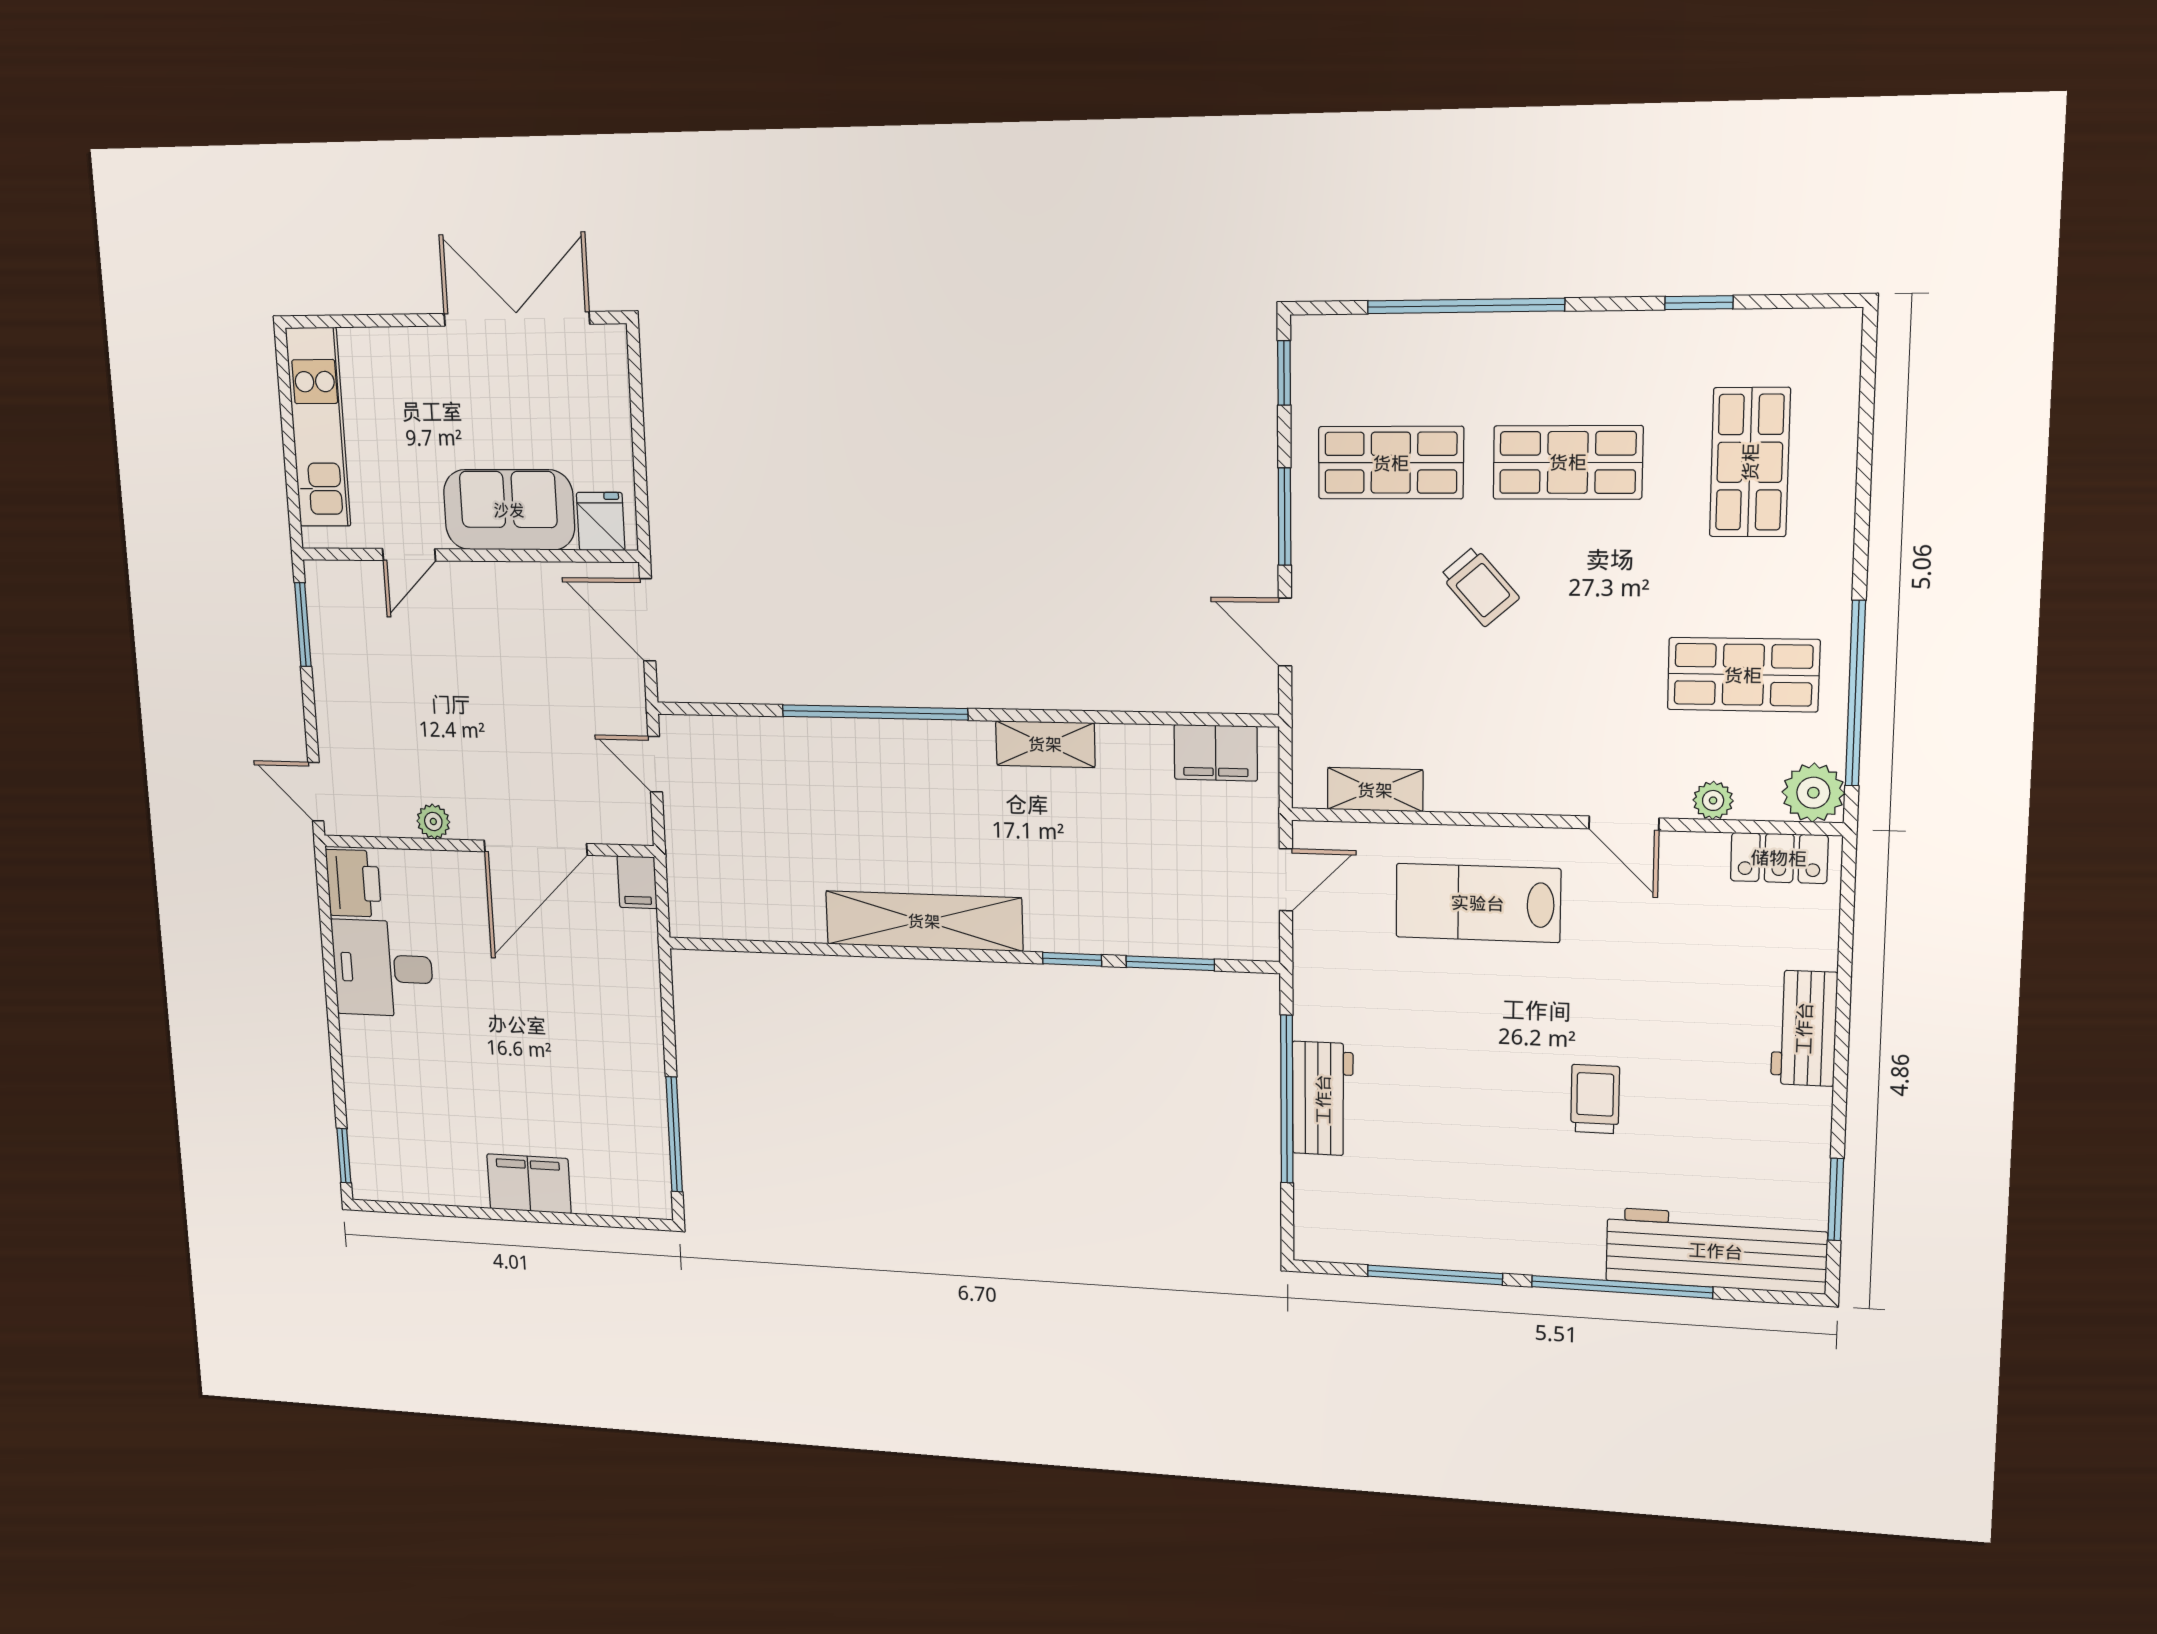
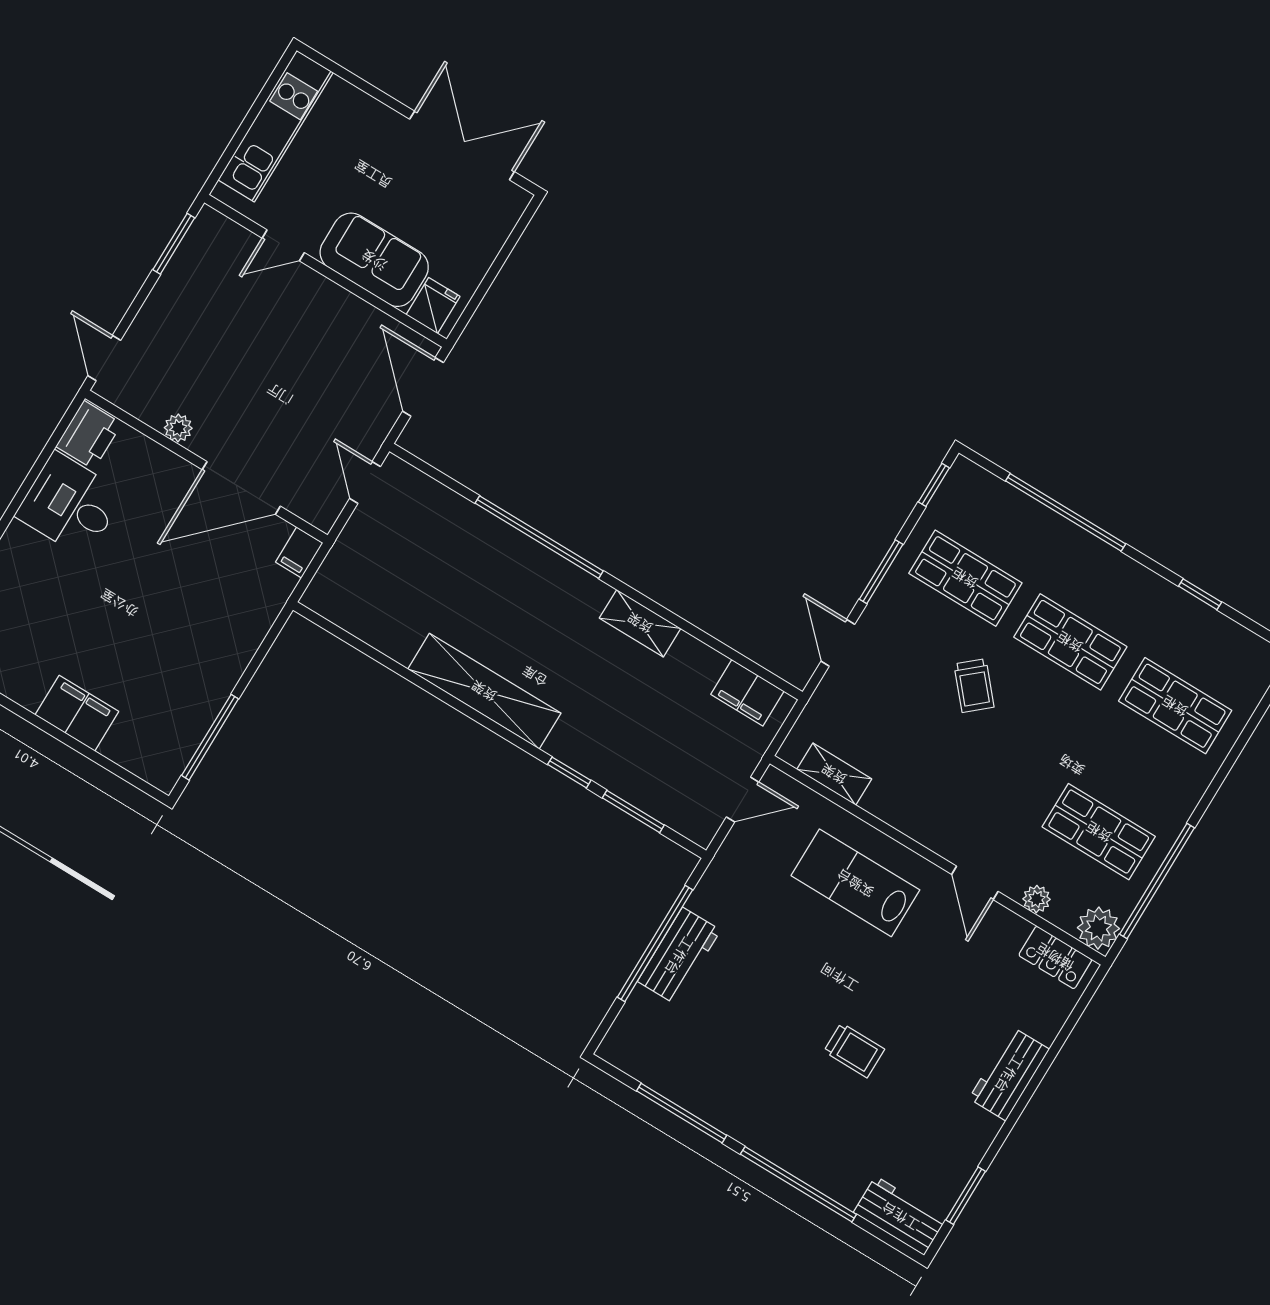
shop shelf: (1750, 462) -> (1175, 706), turned 90
trolley: (1595, 1099) -> (854, 1050), turned 90
workbench: (1716, 1251) -> (900, 1216), width x0.53, depth x0.76

